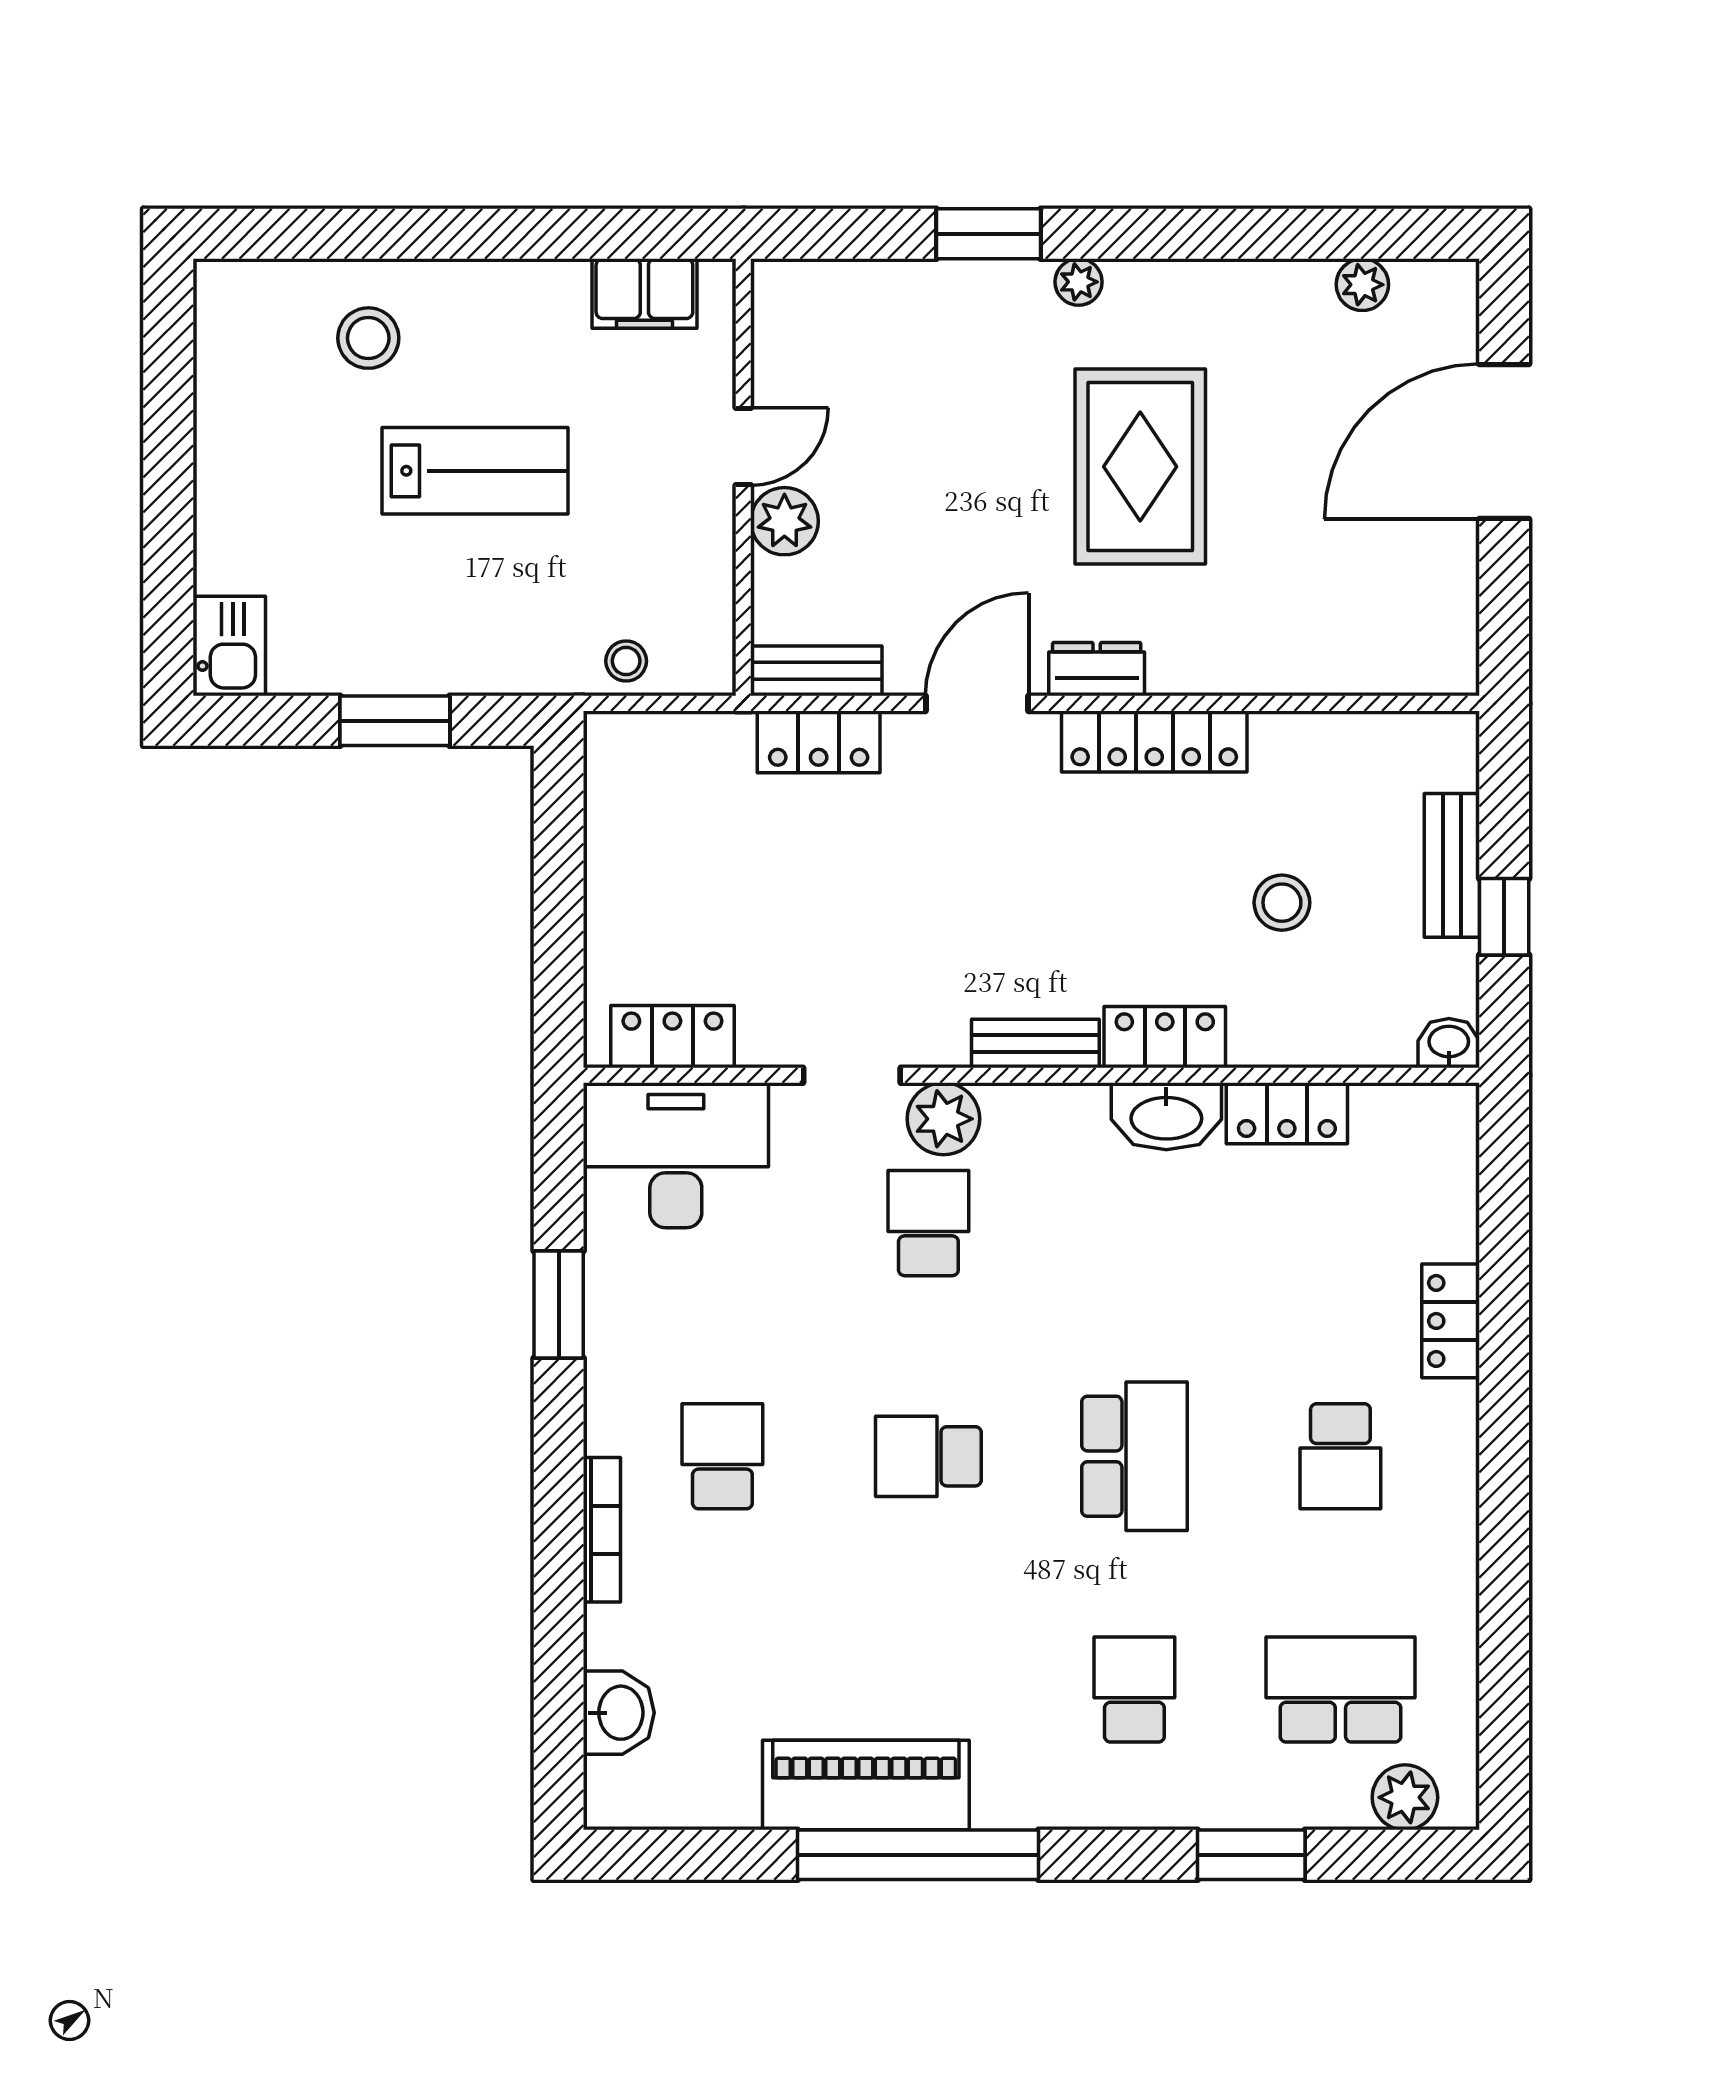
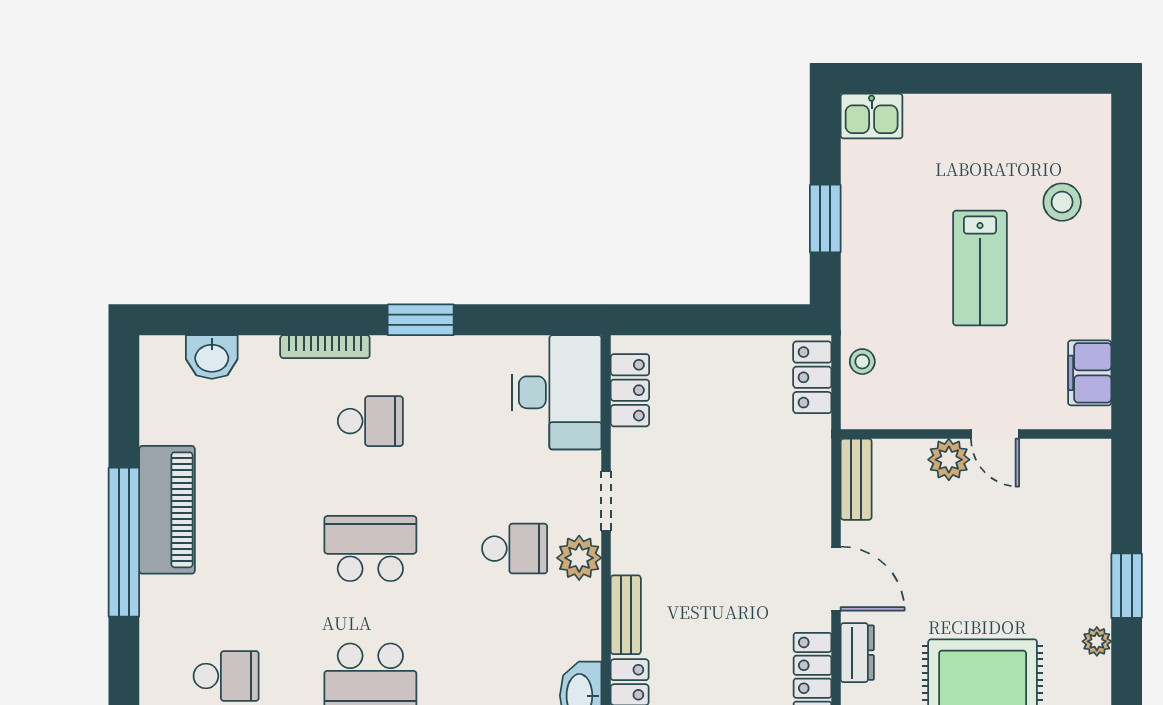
locker: (819, 742) -> (812, 377), moved
window: (559, 1305) -> (421, 320), moved
school desk: (928, 1456) -> (370, 549), width x1.85

